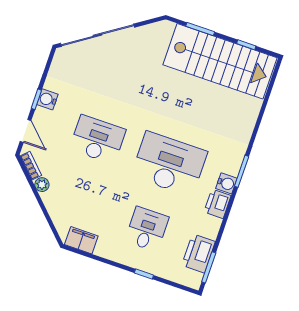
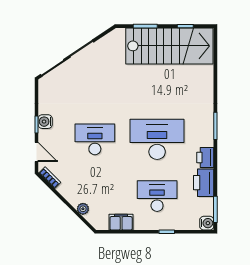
water cooler: (226, 183) -> (207, 223), moved
plant: (42, 185) -> (83, 209), moved
desk: (147, 229) -> (157, 196), width x1.37
filing cabinet: (81, 240) -> (121, 222), moved
printer: (198, 253) -> (204, 183), moved

